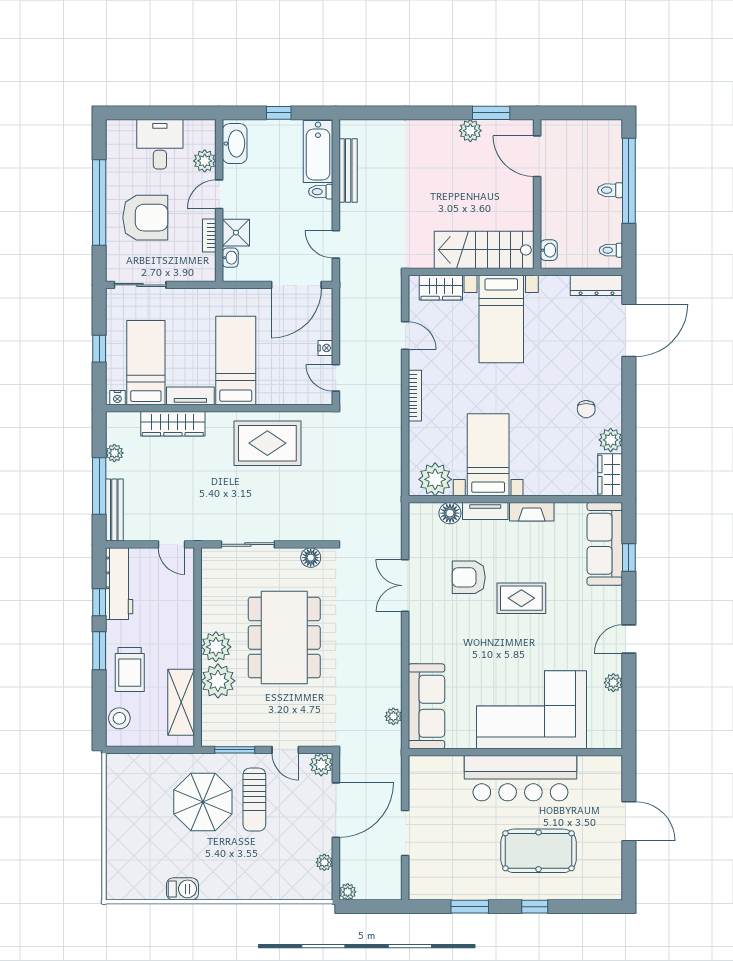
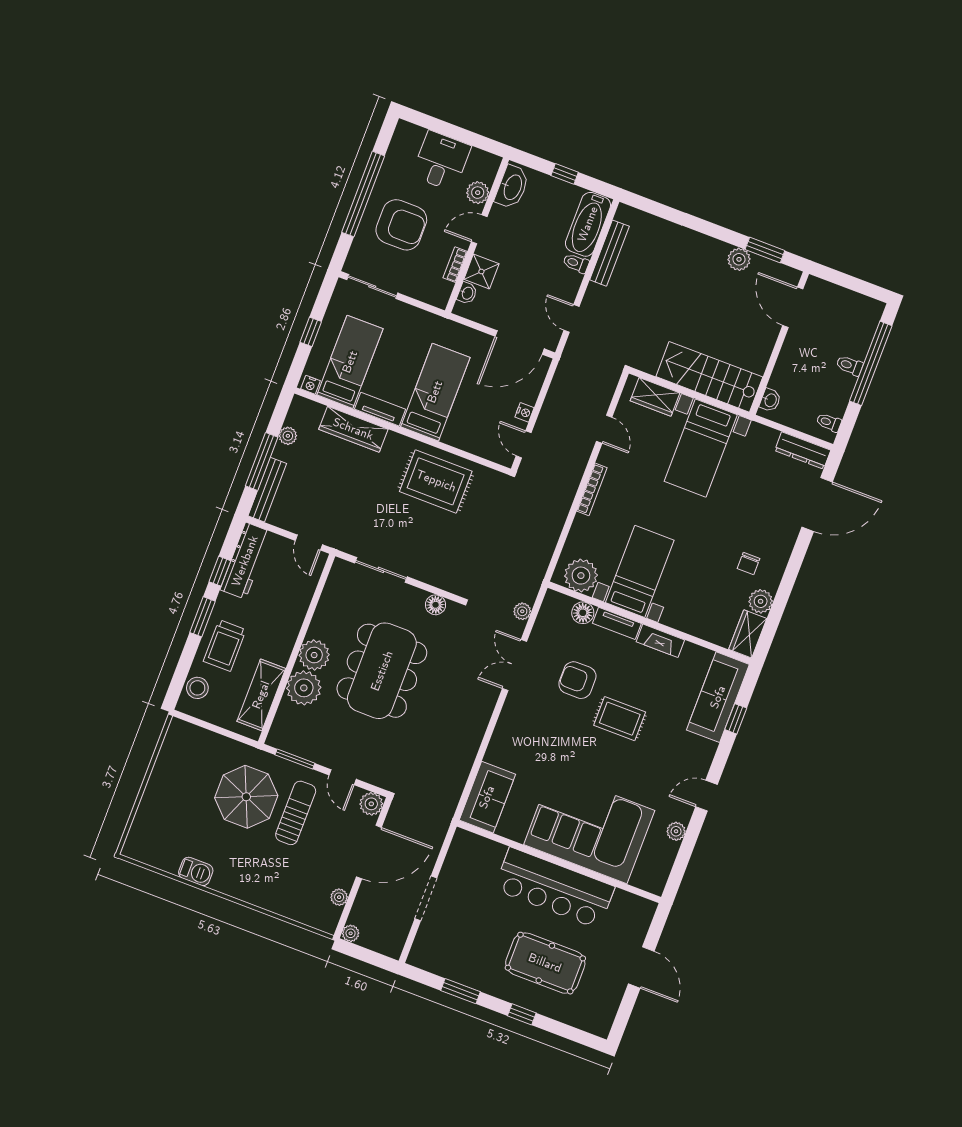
sofa: (426, 706) -> (487, 797), width x0.73
plant: (393, 716) -> (522, 611), moved
sun lounger: (254, 800) -> (296, 813), turned 180

